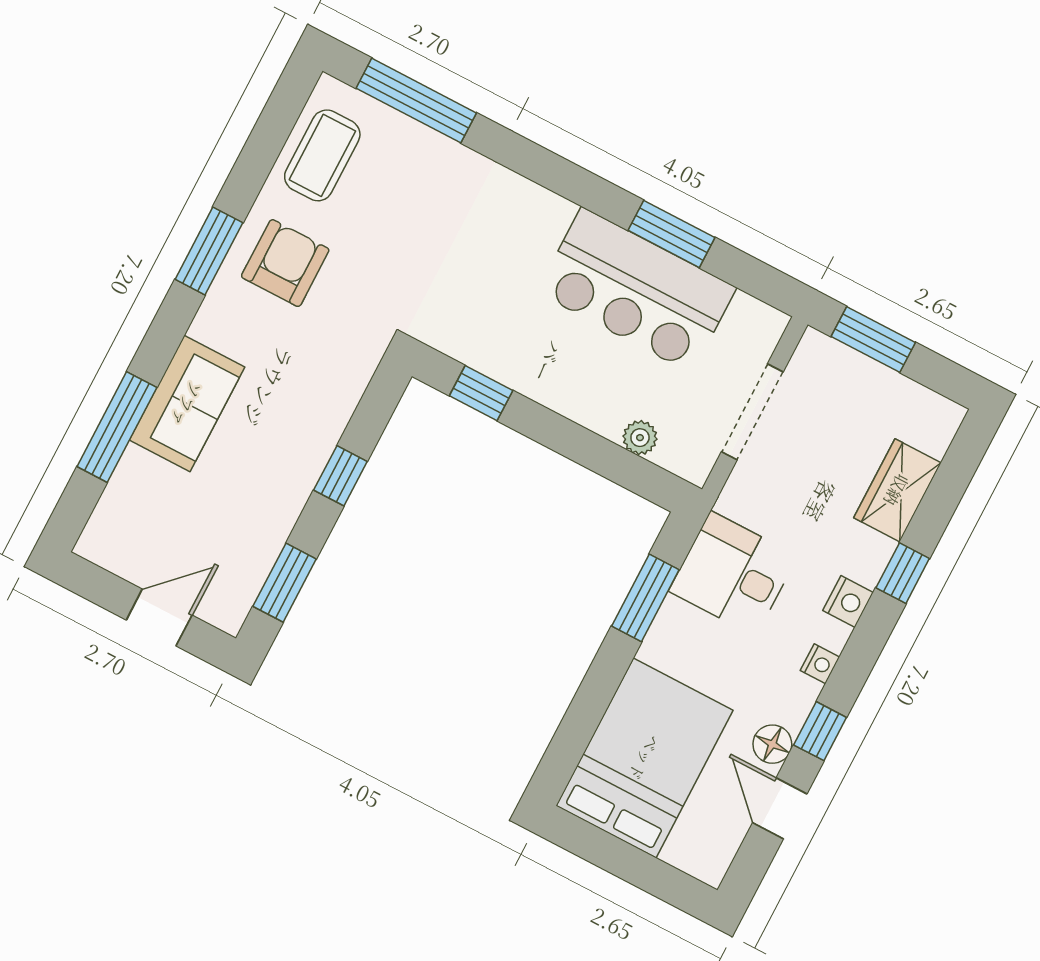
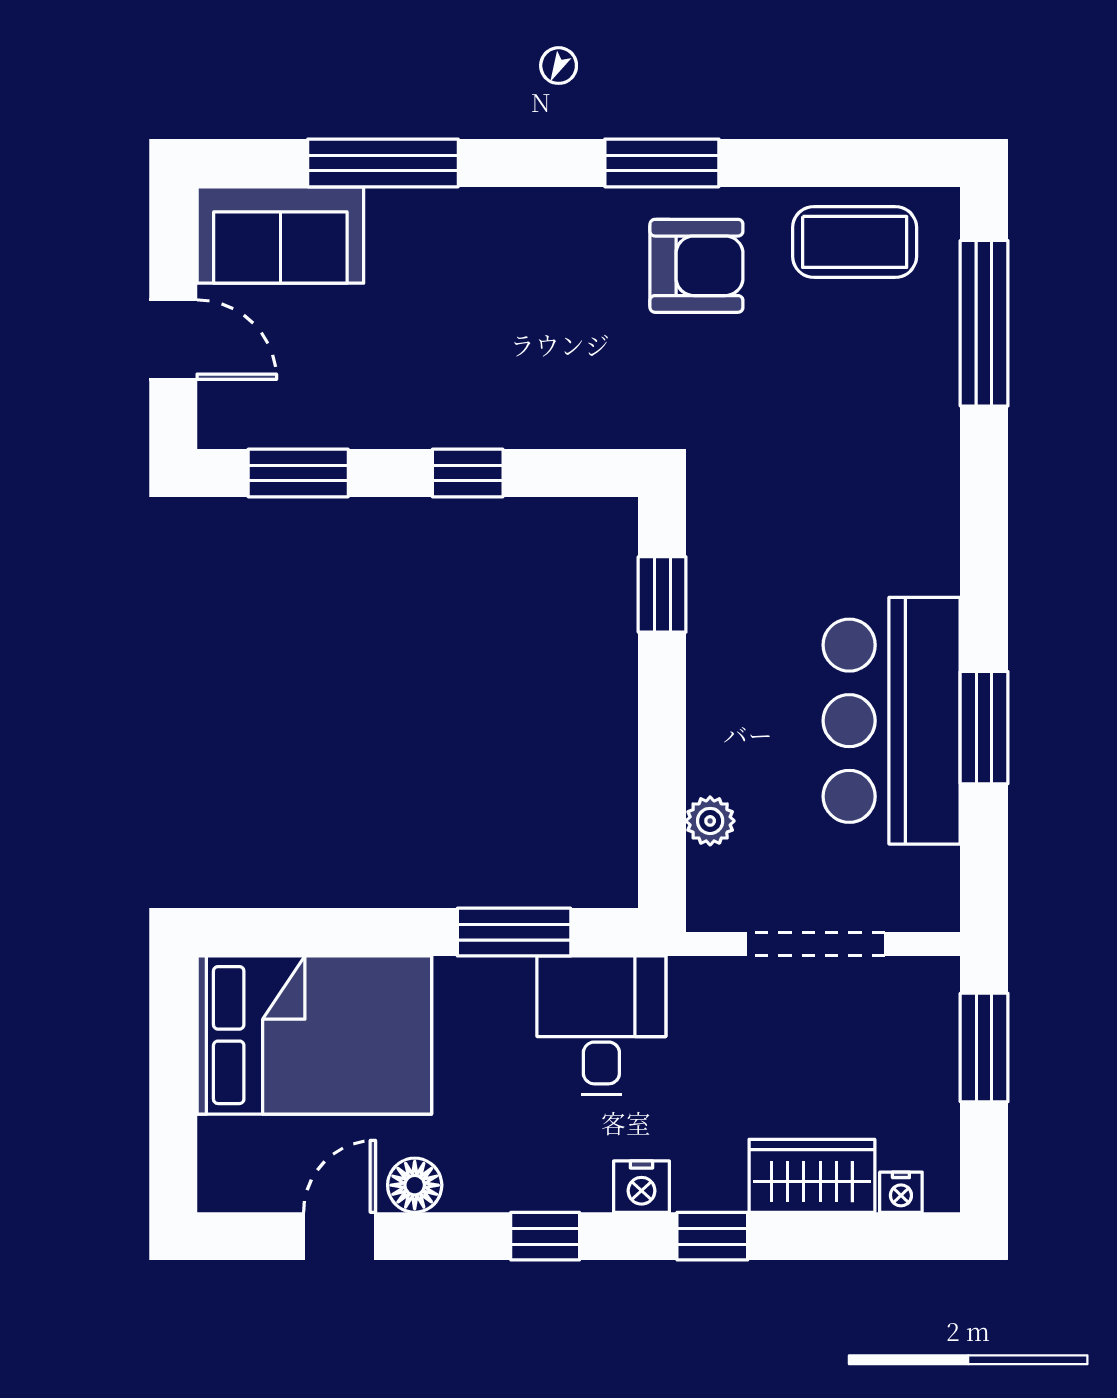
sofa: (187, 404) -> (280, 235), moved
nightstand: (820, 664) -> (901, 1192), moved
window: (820, 731) -> (545, 1236), moved

